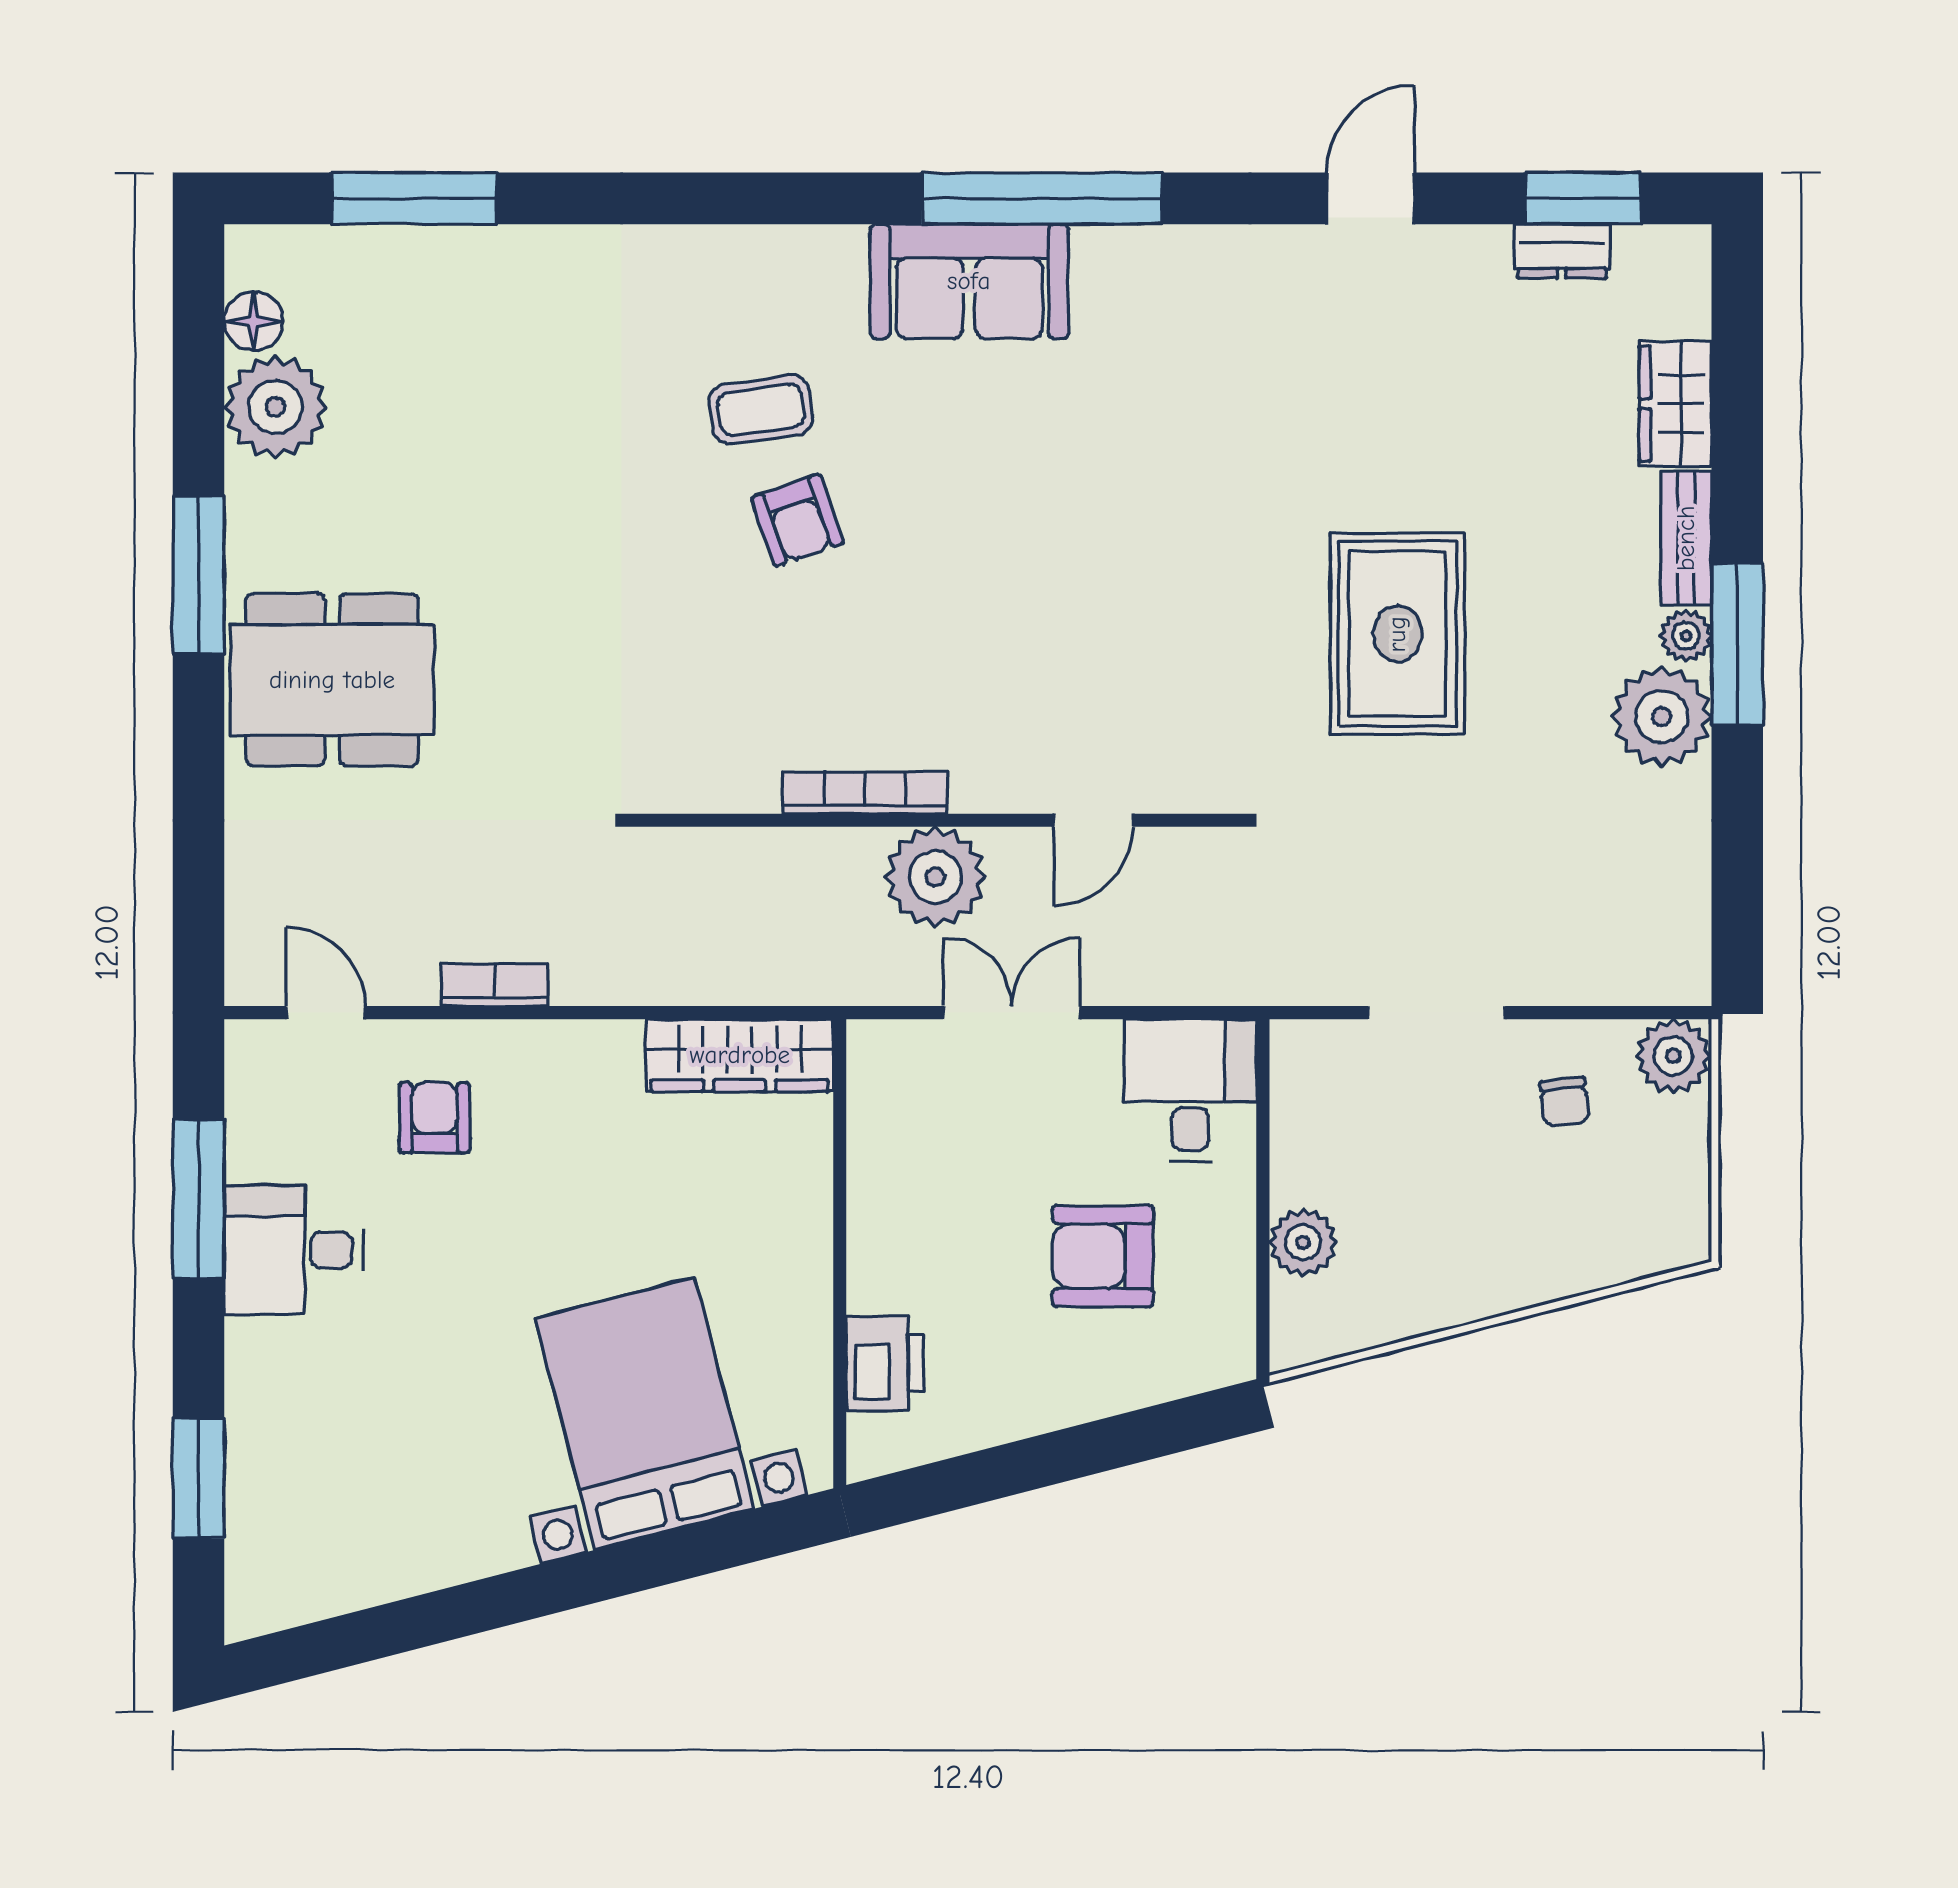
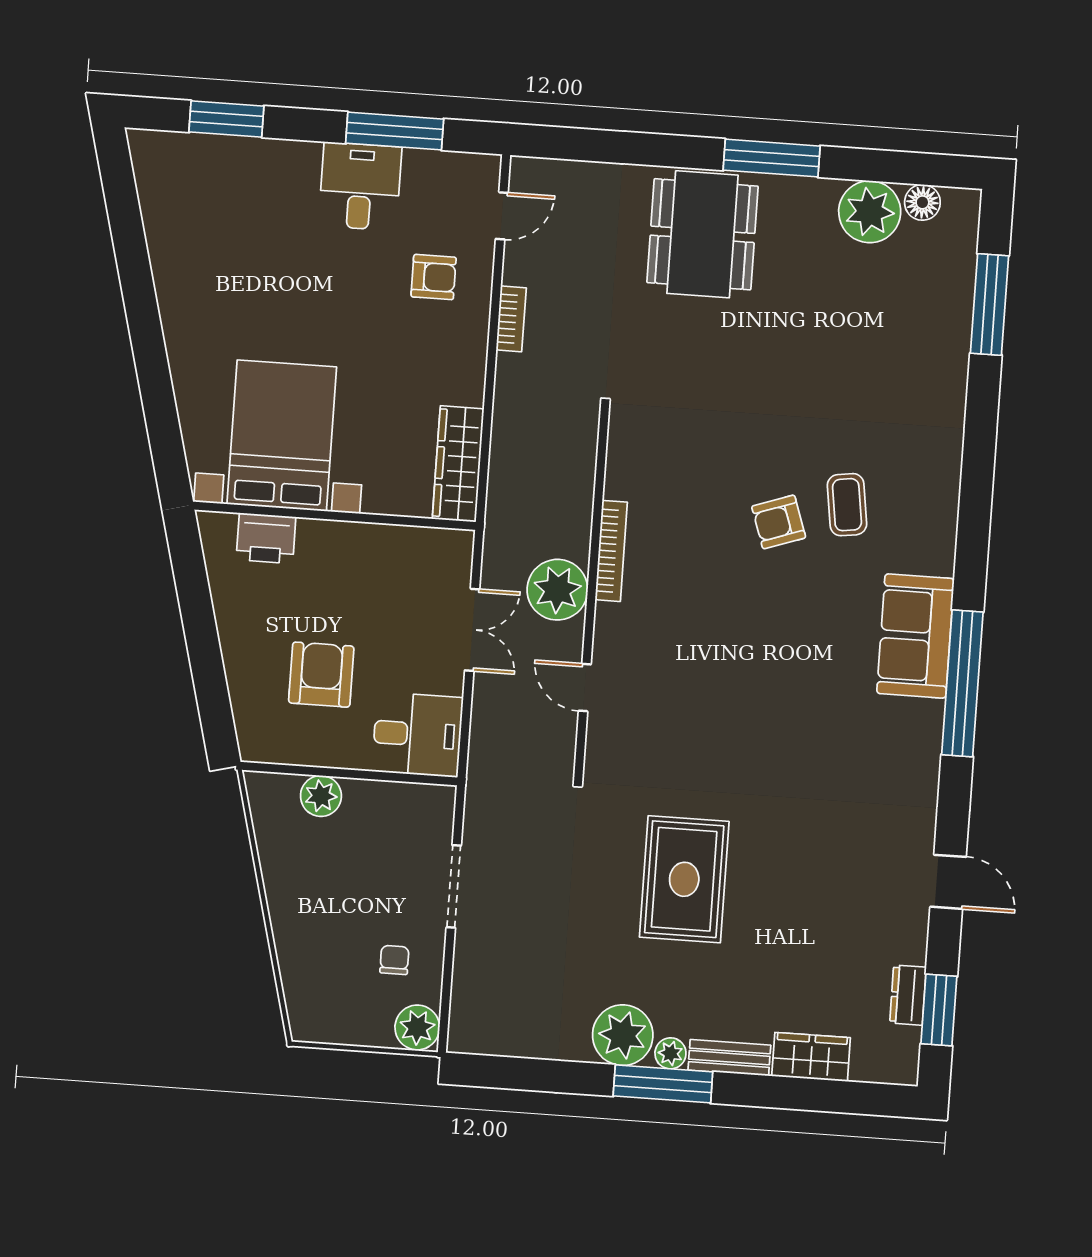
rug: (1397, 634) -> (684, 879), turned 90
chair: (1565, 1102) -> (394, 960), turned 97
bed with nightstands: (645, 1413) -> (282, 436), moved, turned -76

